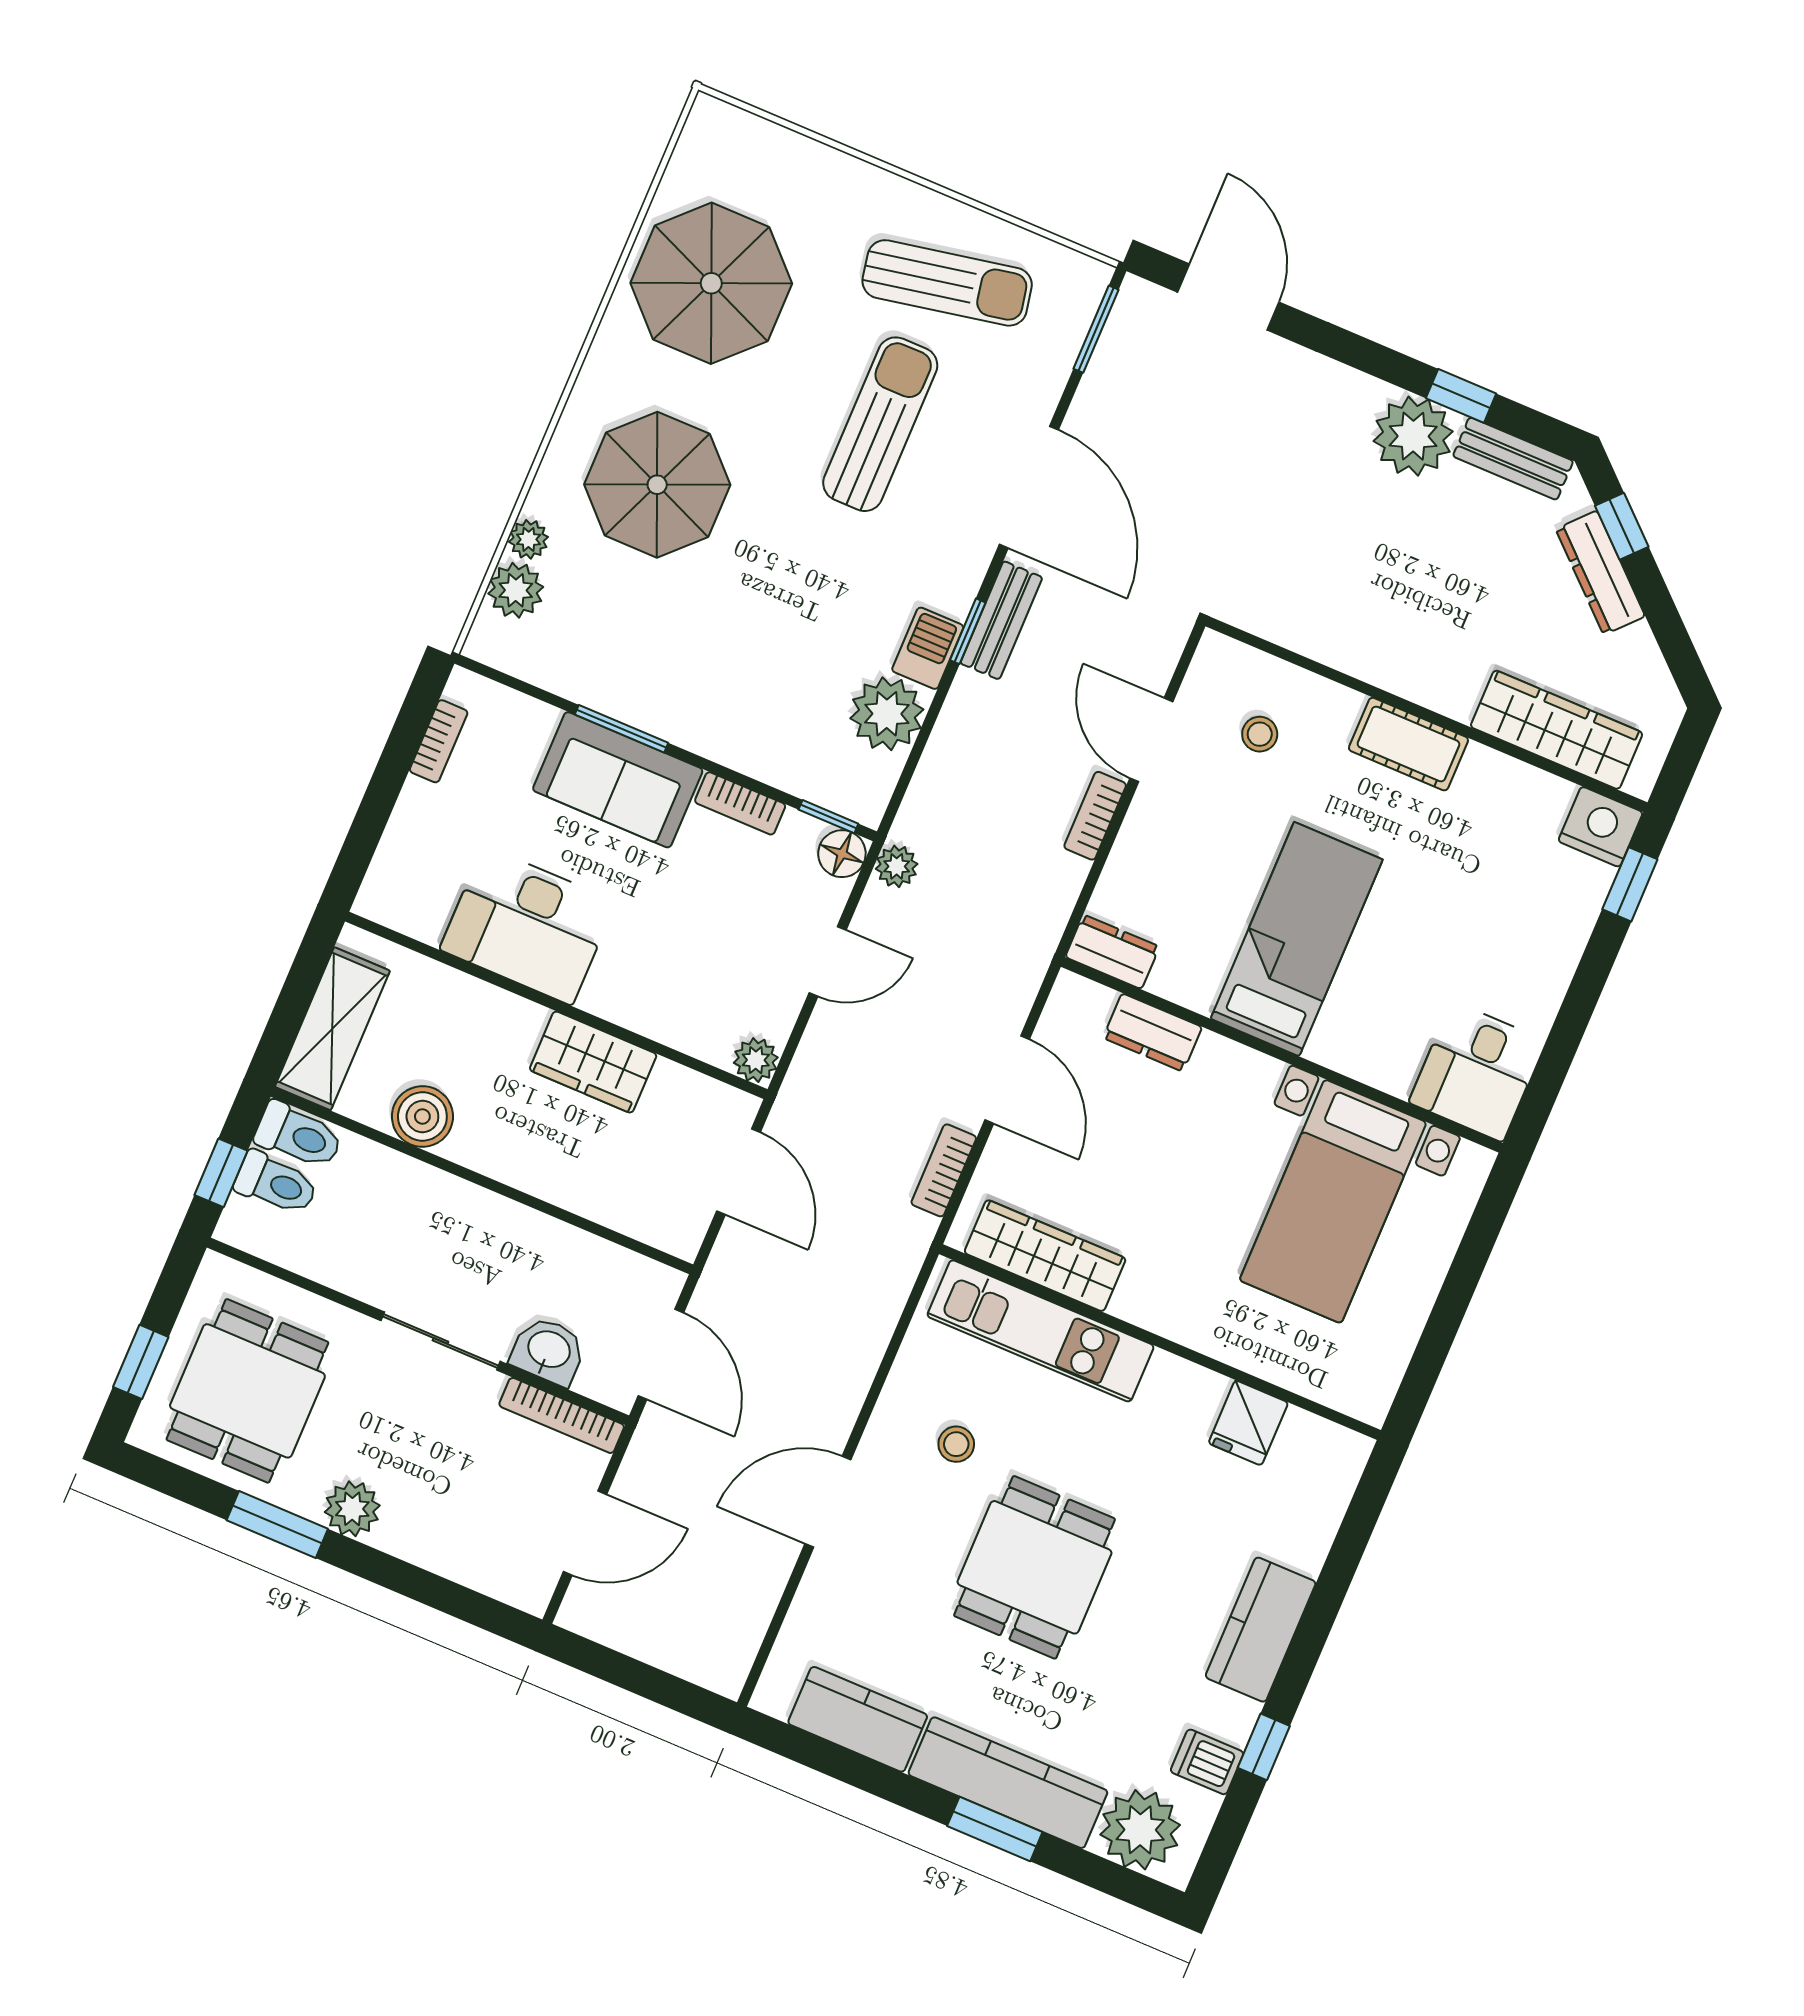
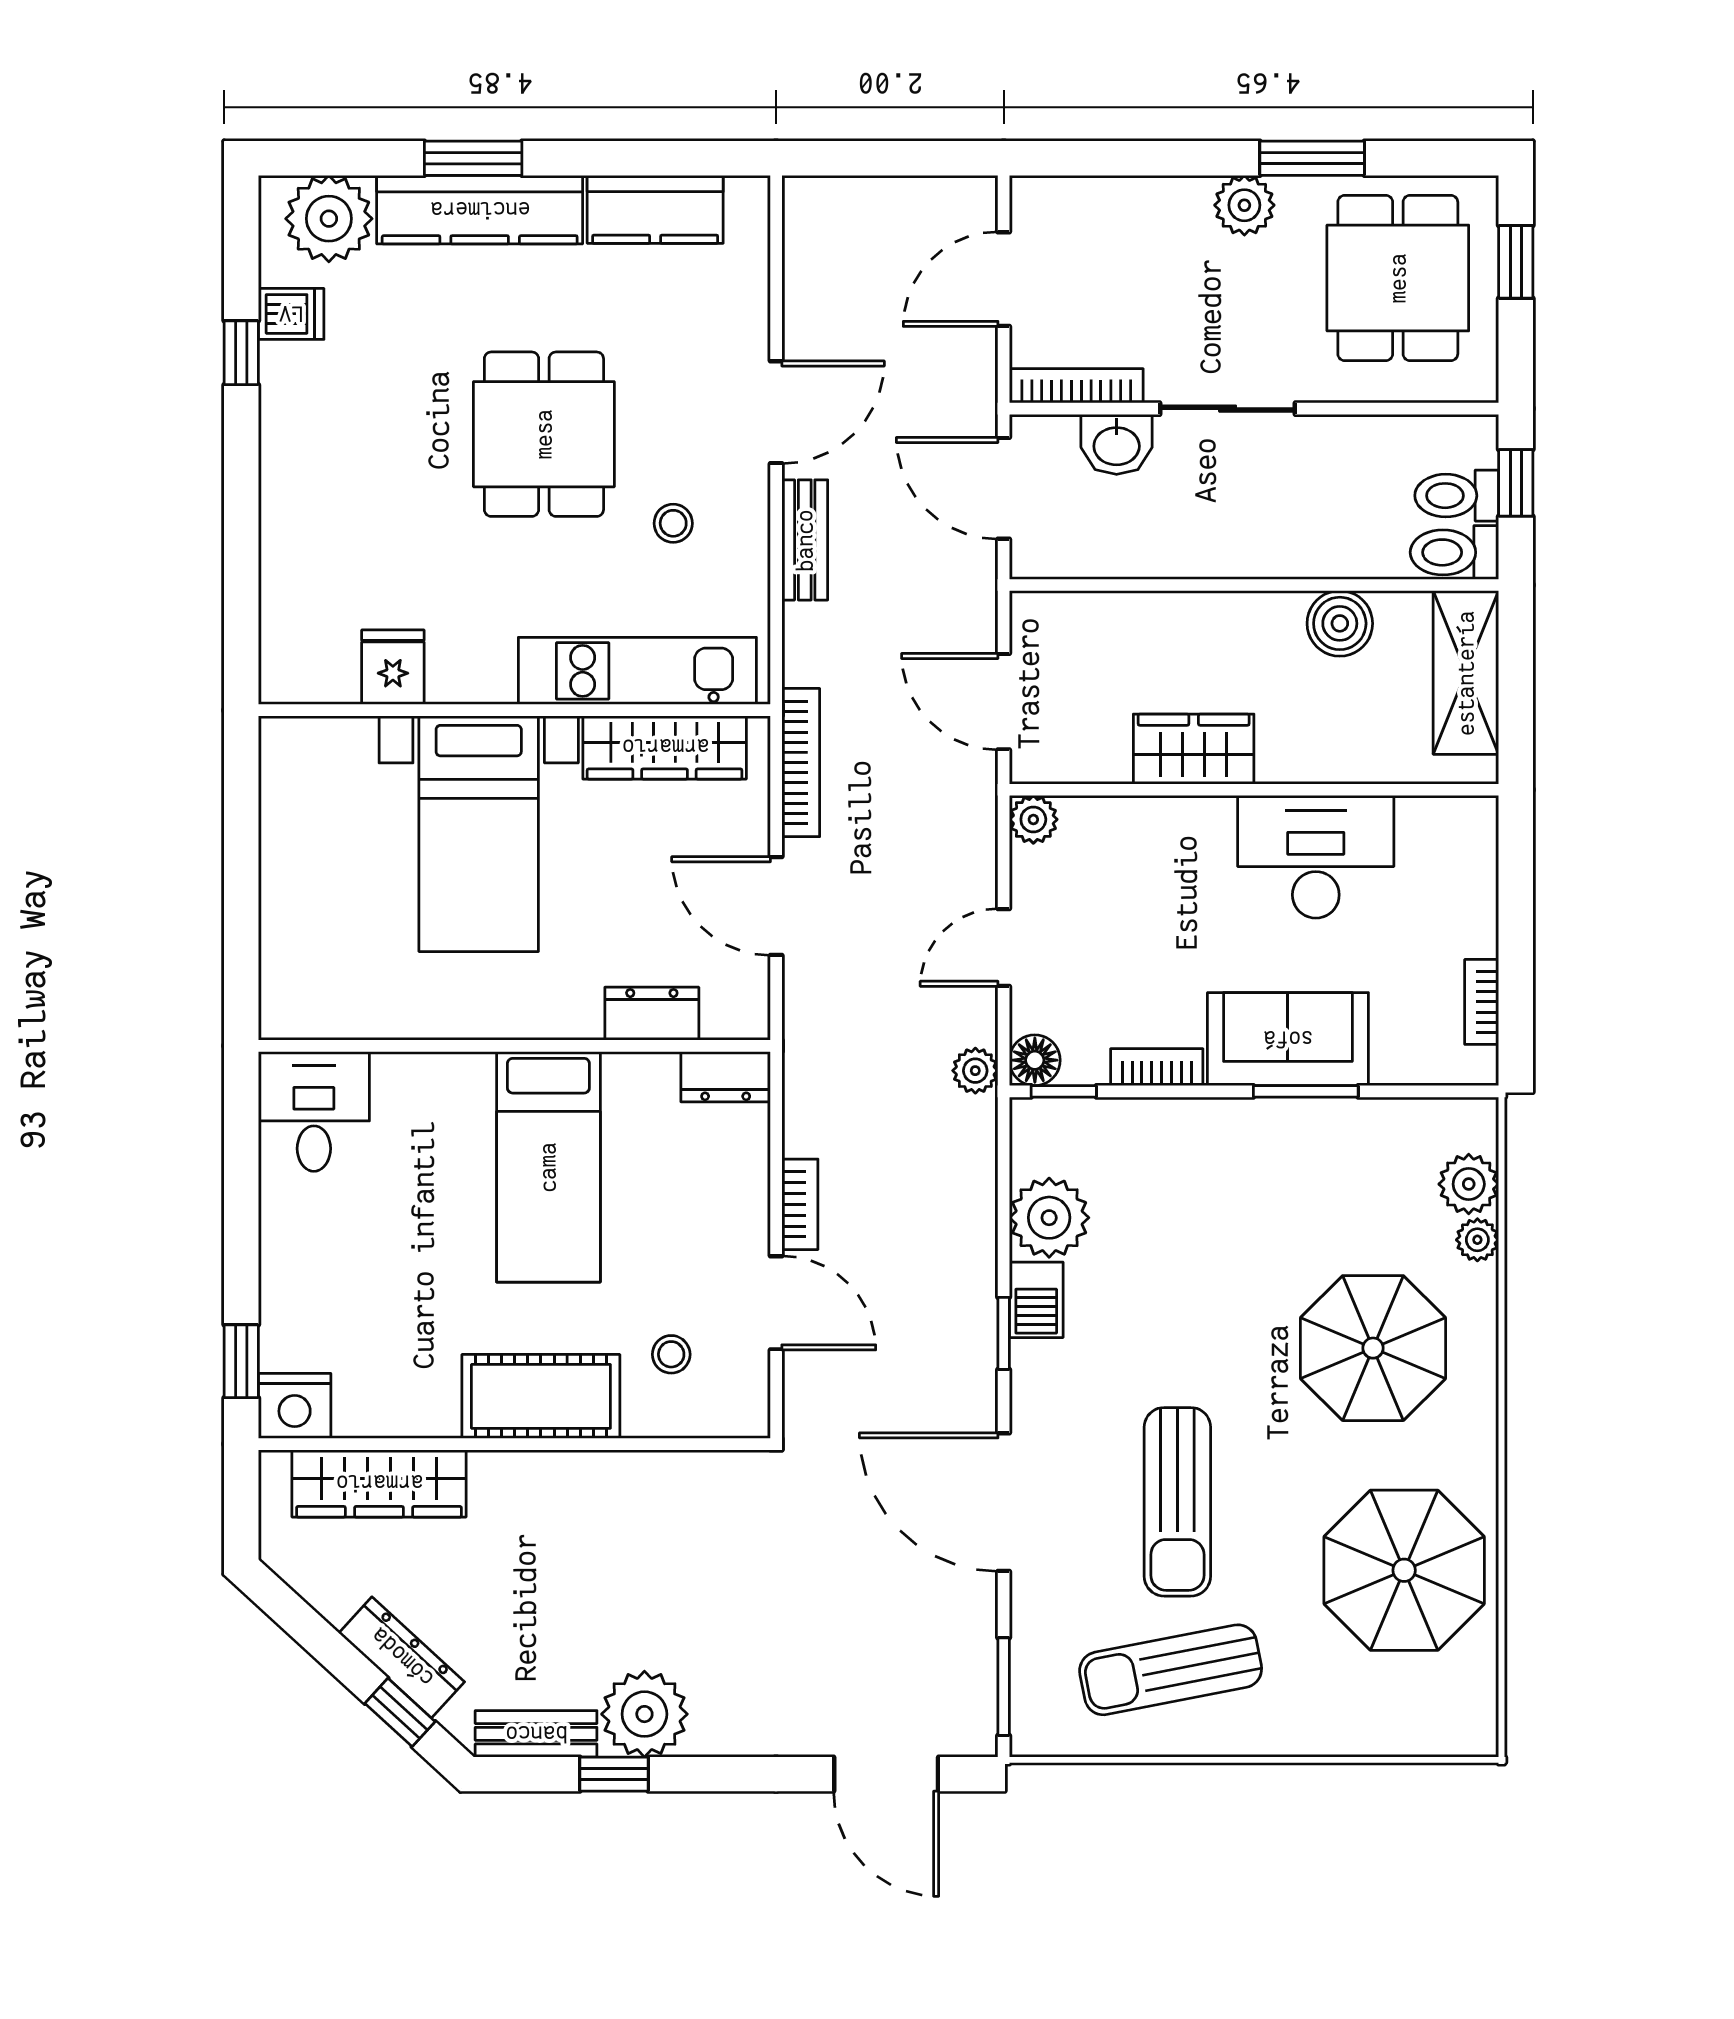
bench: (1001, 620) -> (805, 540), moved
cot: (1408, 744) -> (541, 1396), width x1.37, depth x1.34
bookcase: (944, 1170) -> (801, 763), width x1.56
bed with nightstands: (1333, 1201) -> (479, 834), moved, turned 180
kitchen counter: (1261, 1630) -> (294, 468), removed

